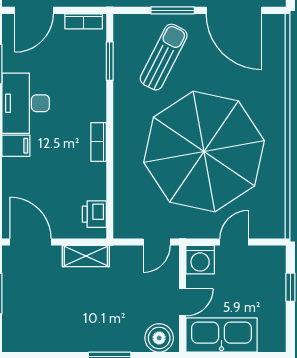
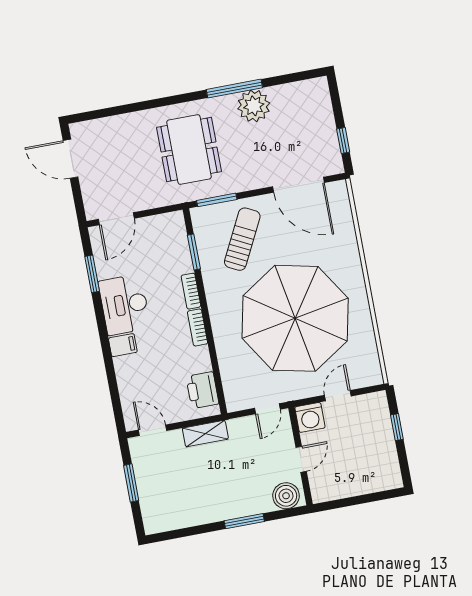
window: (173, 10) -> (217, 200), moved
bookcase: (84, 21) -> (191, 291), moved, turned 90
printer: (94, 214) -> (202, 390), width x1.36, depth x1.24
door: (31, 242) -> (153, 430), width x0.73
kitchen sink: (221, 335) -> (342, 482), removed

